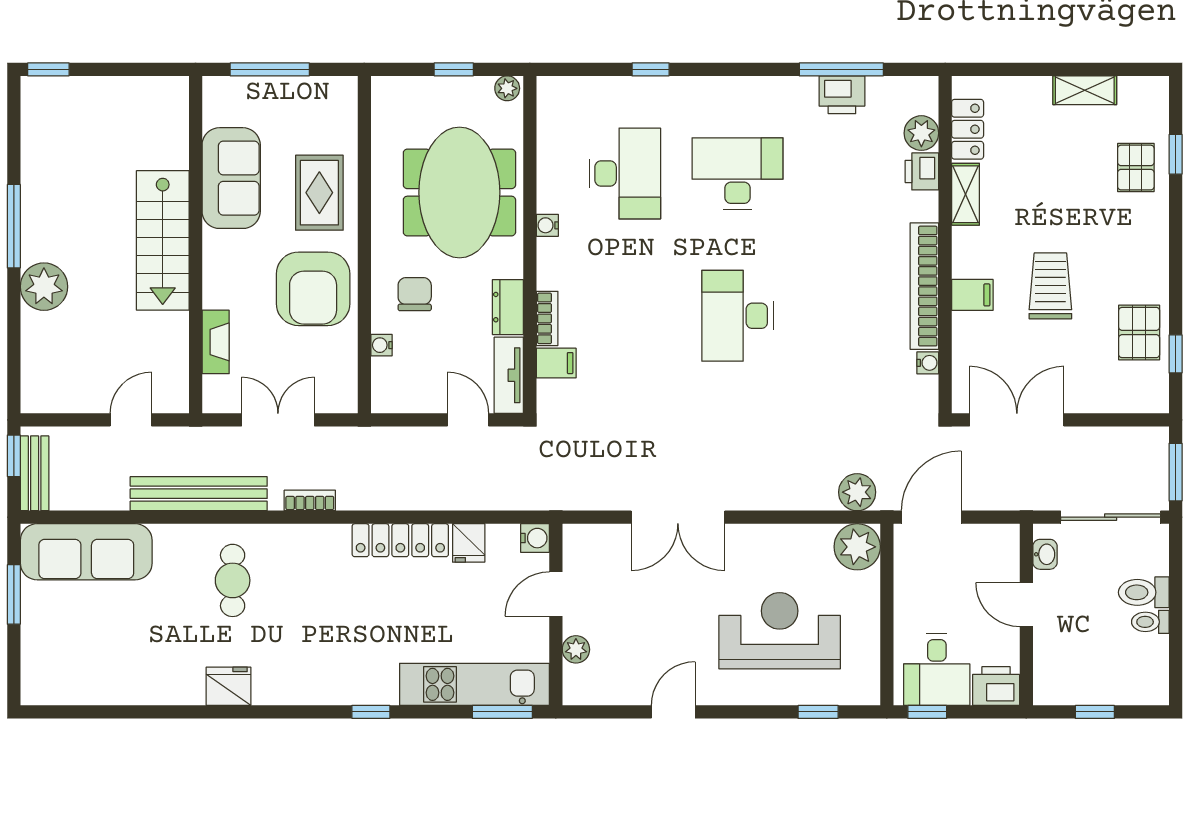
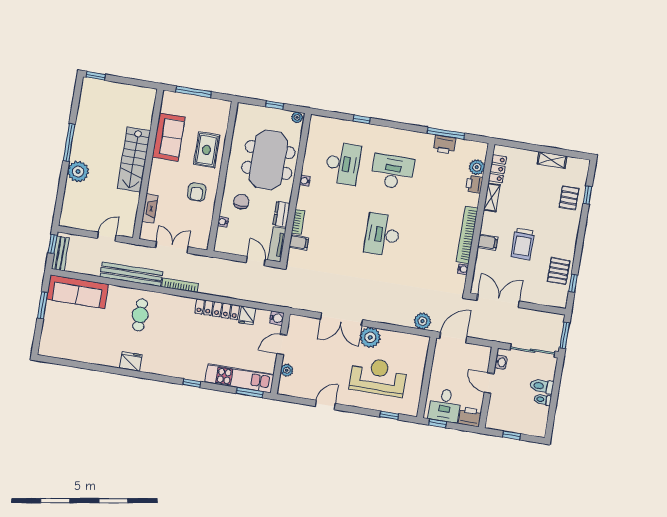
trolley: (1050, 286) -> (523, 244), turned 180
armchair: (313, 289) -> (197, 192), width x0.53, depth x0.53
bookcase: (310, 500) -> (180, 285), width x1.56
plant: (857, 547) -> (370, 337), moved

